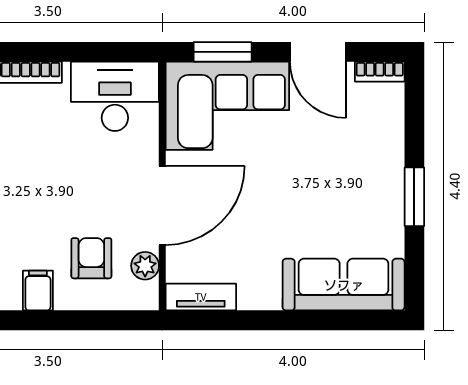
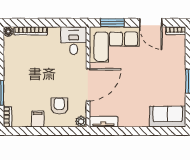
desk: (115, 96) -> (74, 41), width x0.73
plant: (145, 266) -> (81, 121), moved
sofa: (344, 285) -> (168, 117), width x0.73

